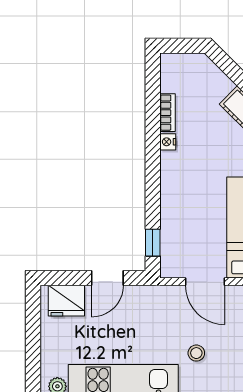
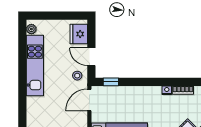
door: (205, 282) -> (89, 100), moved
stool: (196, 353) -> (77, 76), moved

